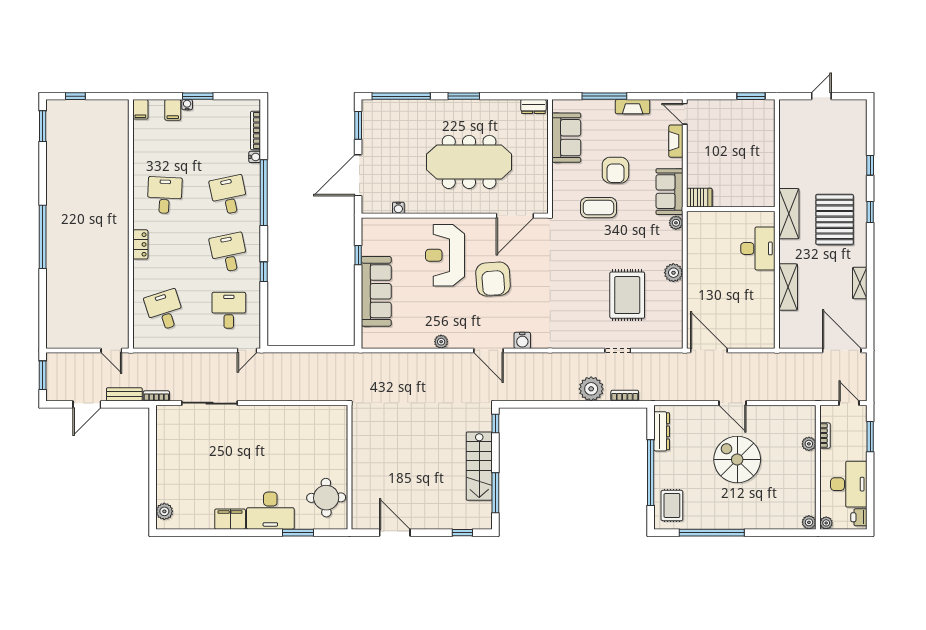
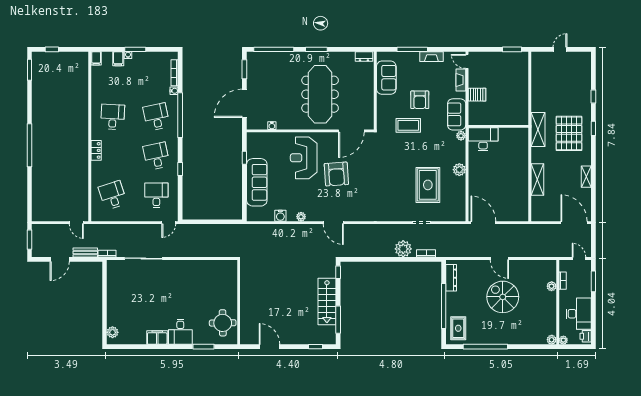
meeting table: (469, 162) -> (320, 94), turned 90
server rack: (699, 198) -> (477, 95), moved
desk: (758, 248) -> (483, 139), moved, turned -90
water cooler: (522, 340) -> (280, 216), moved
desk: (270, 511) -> (180, 332), width x0.73

